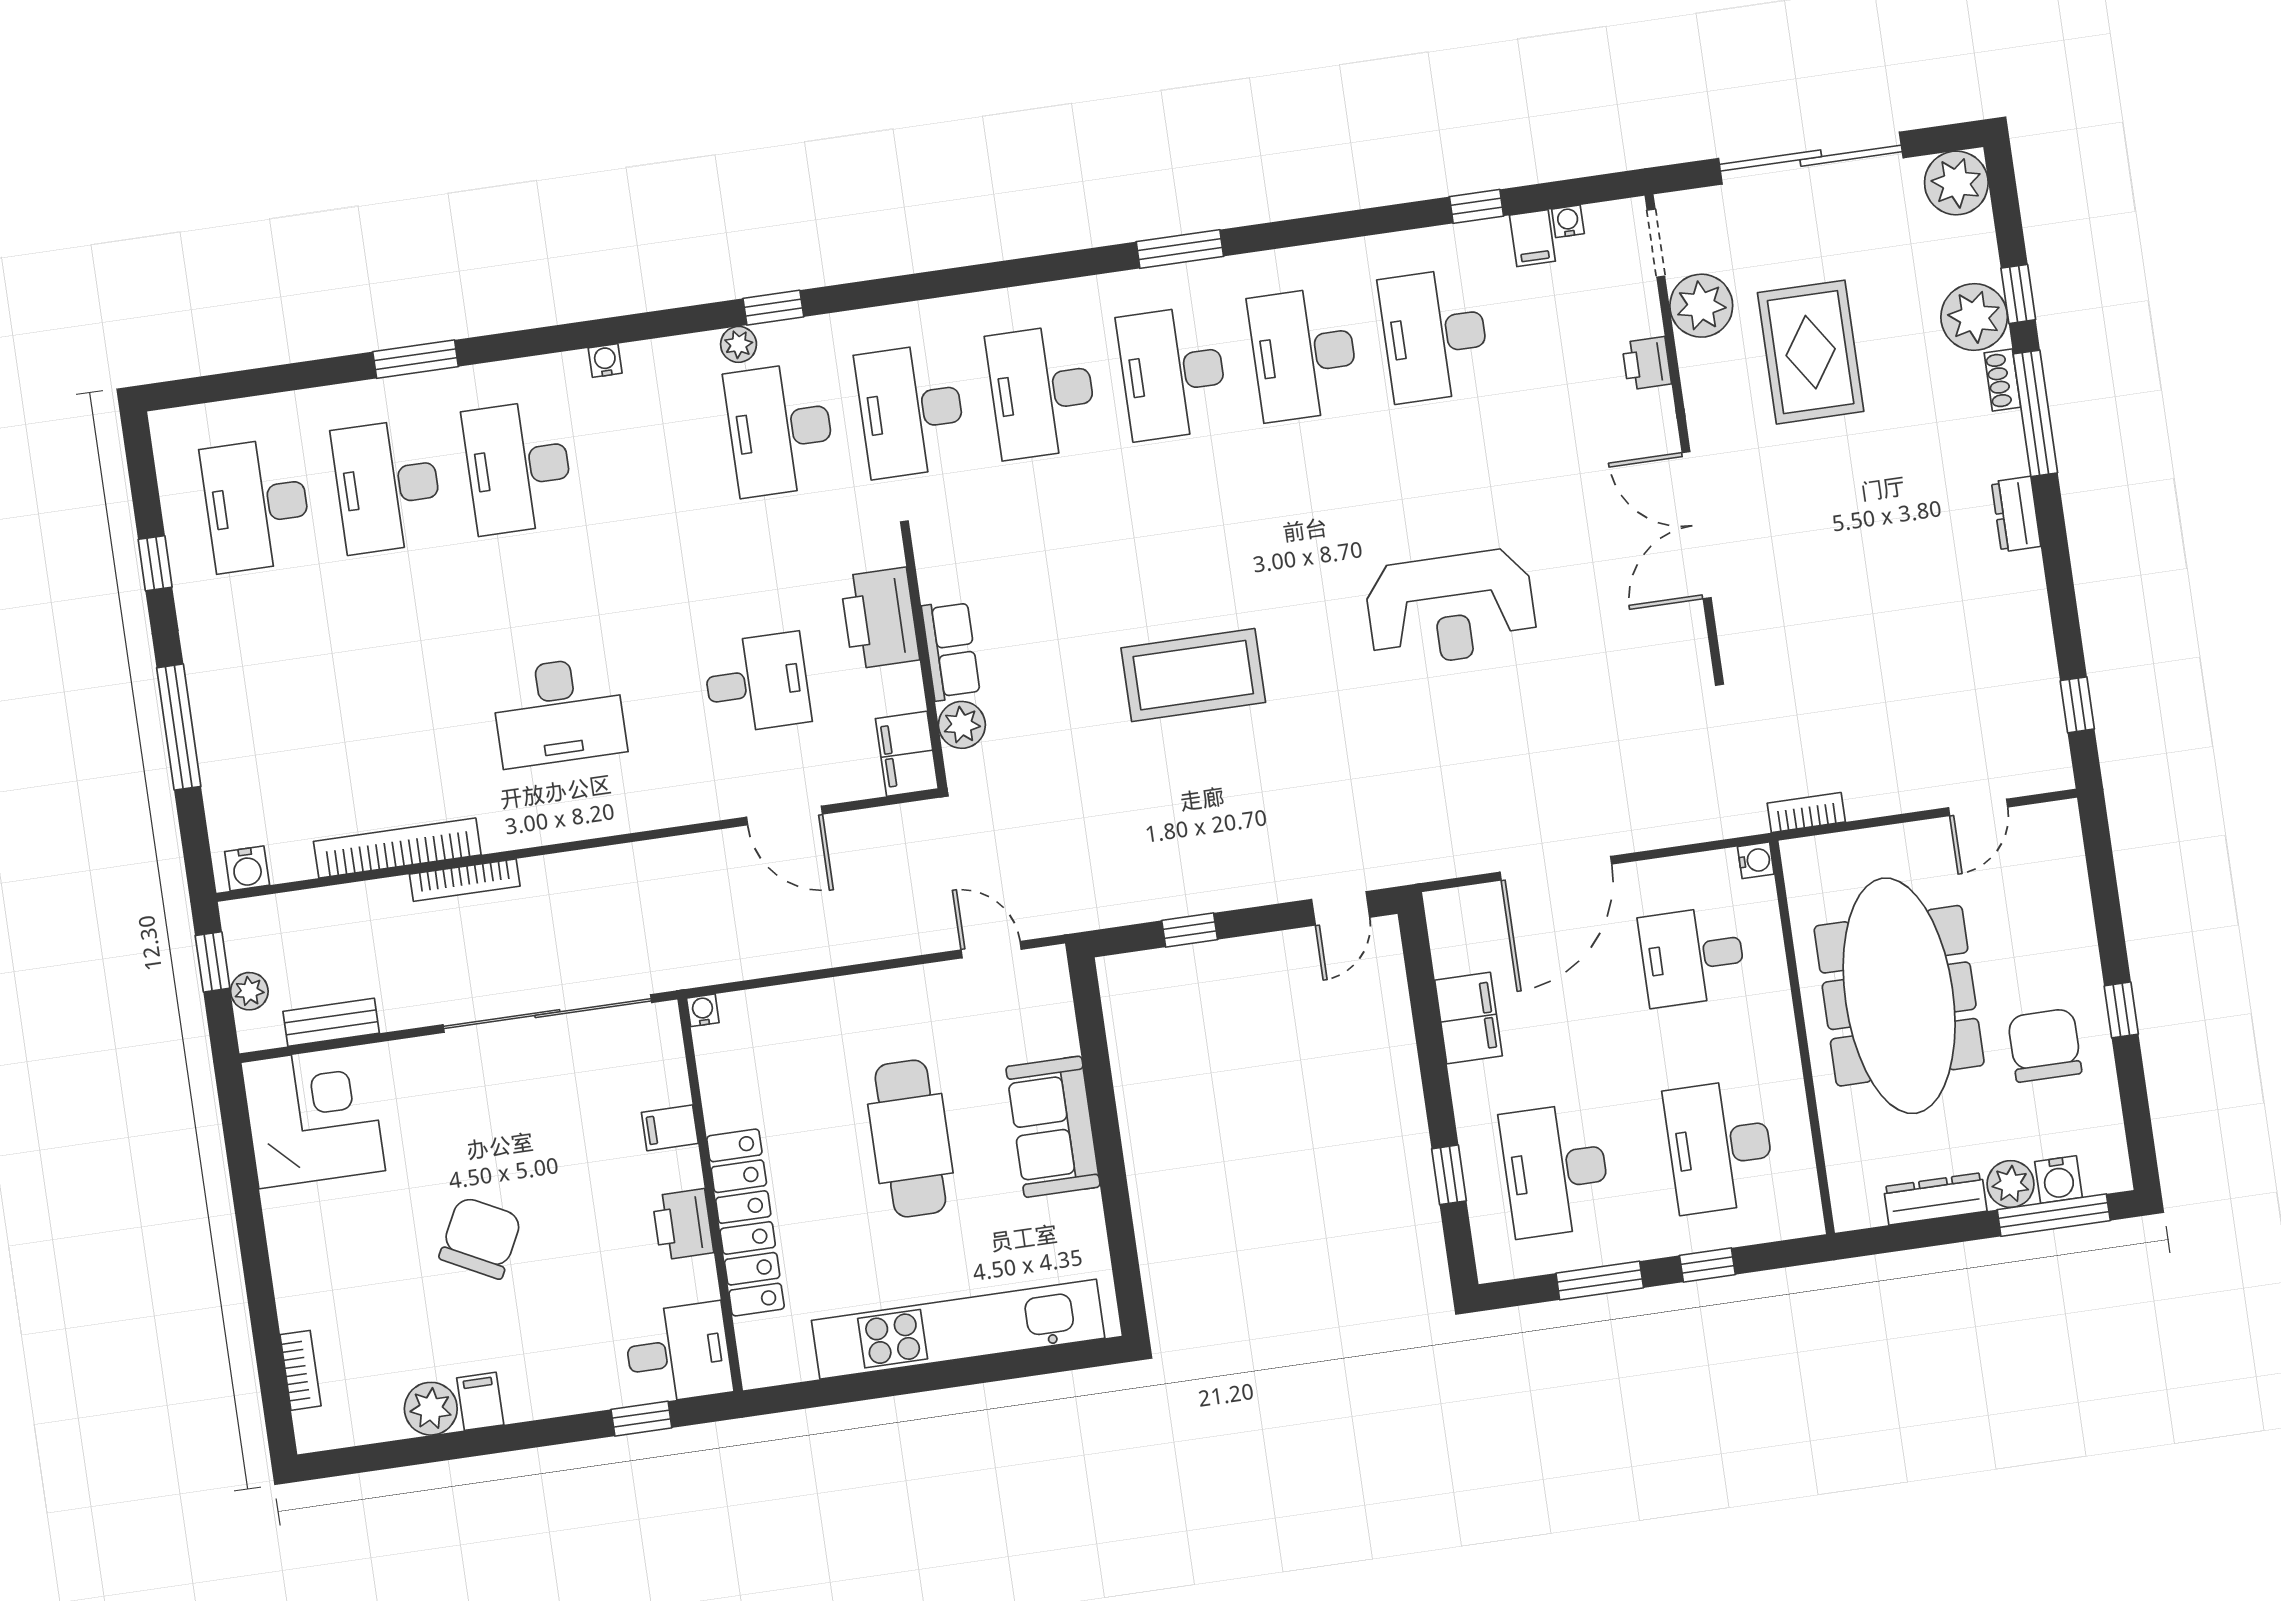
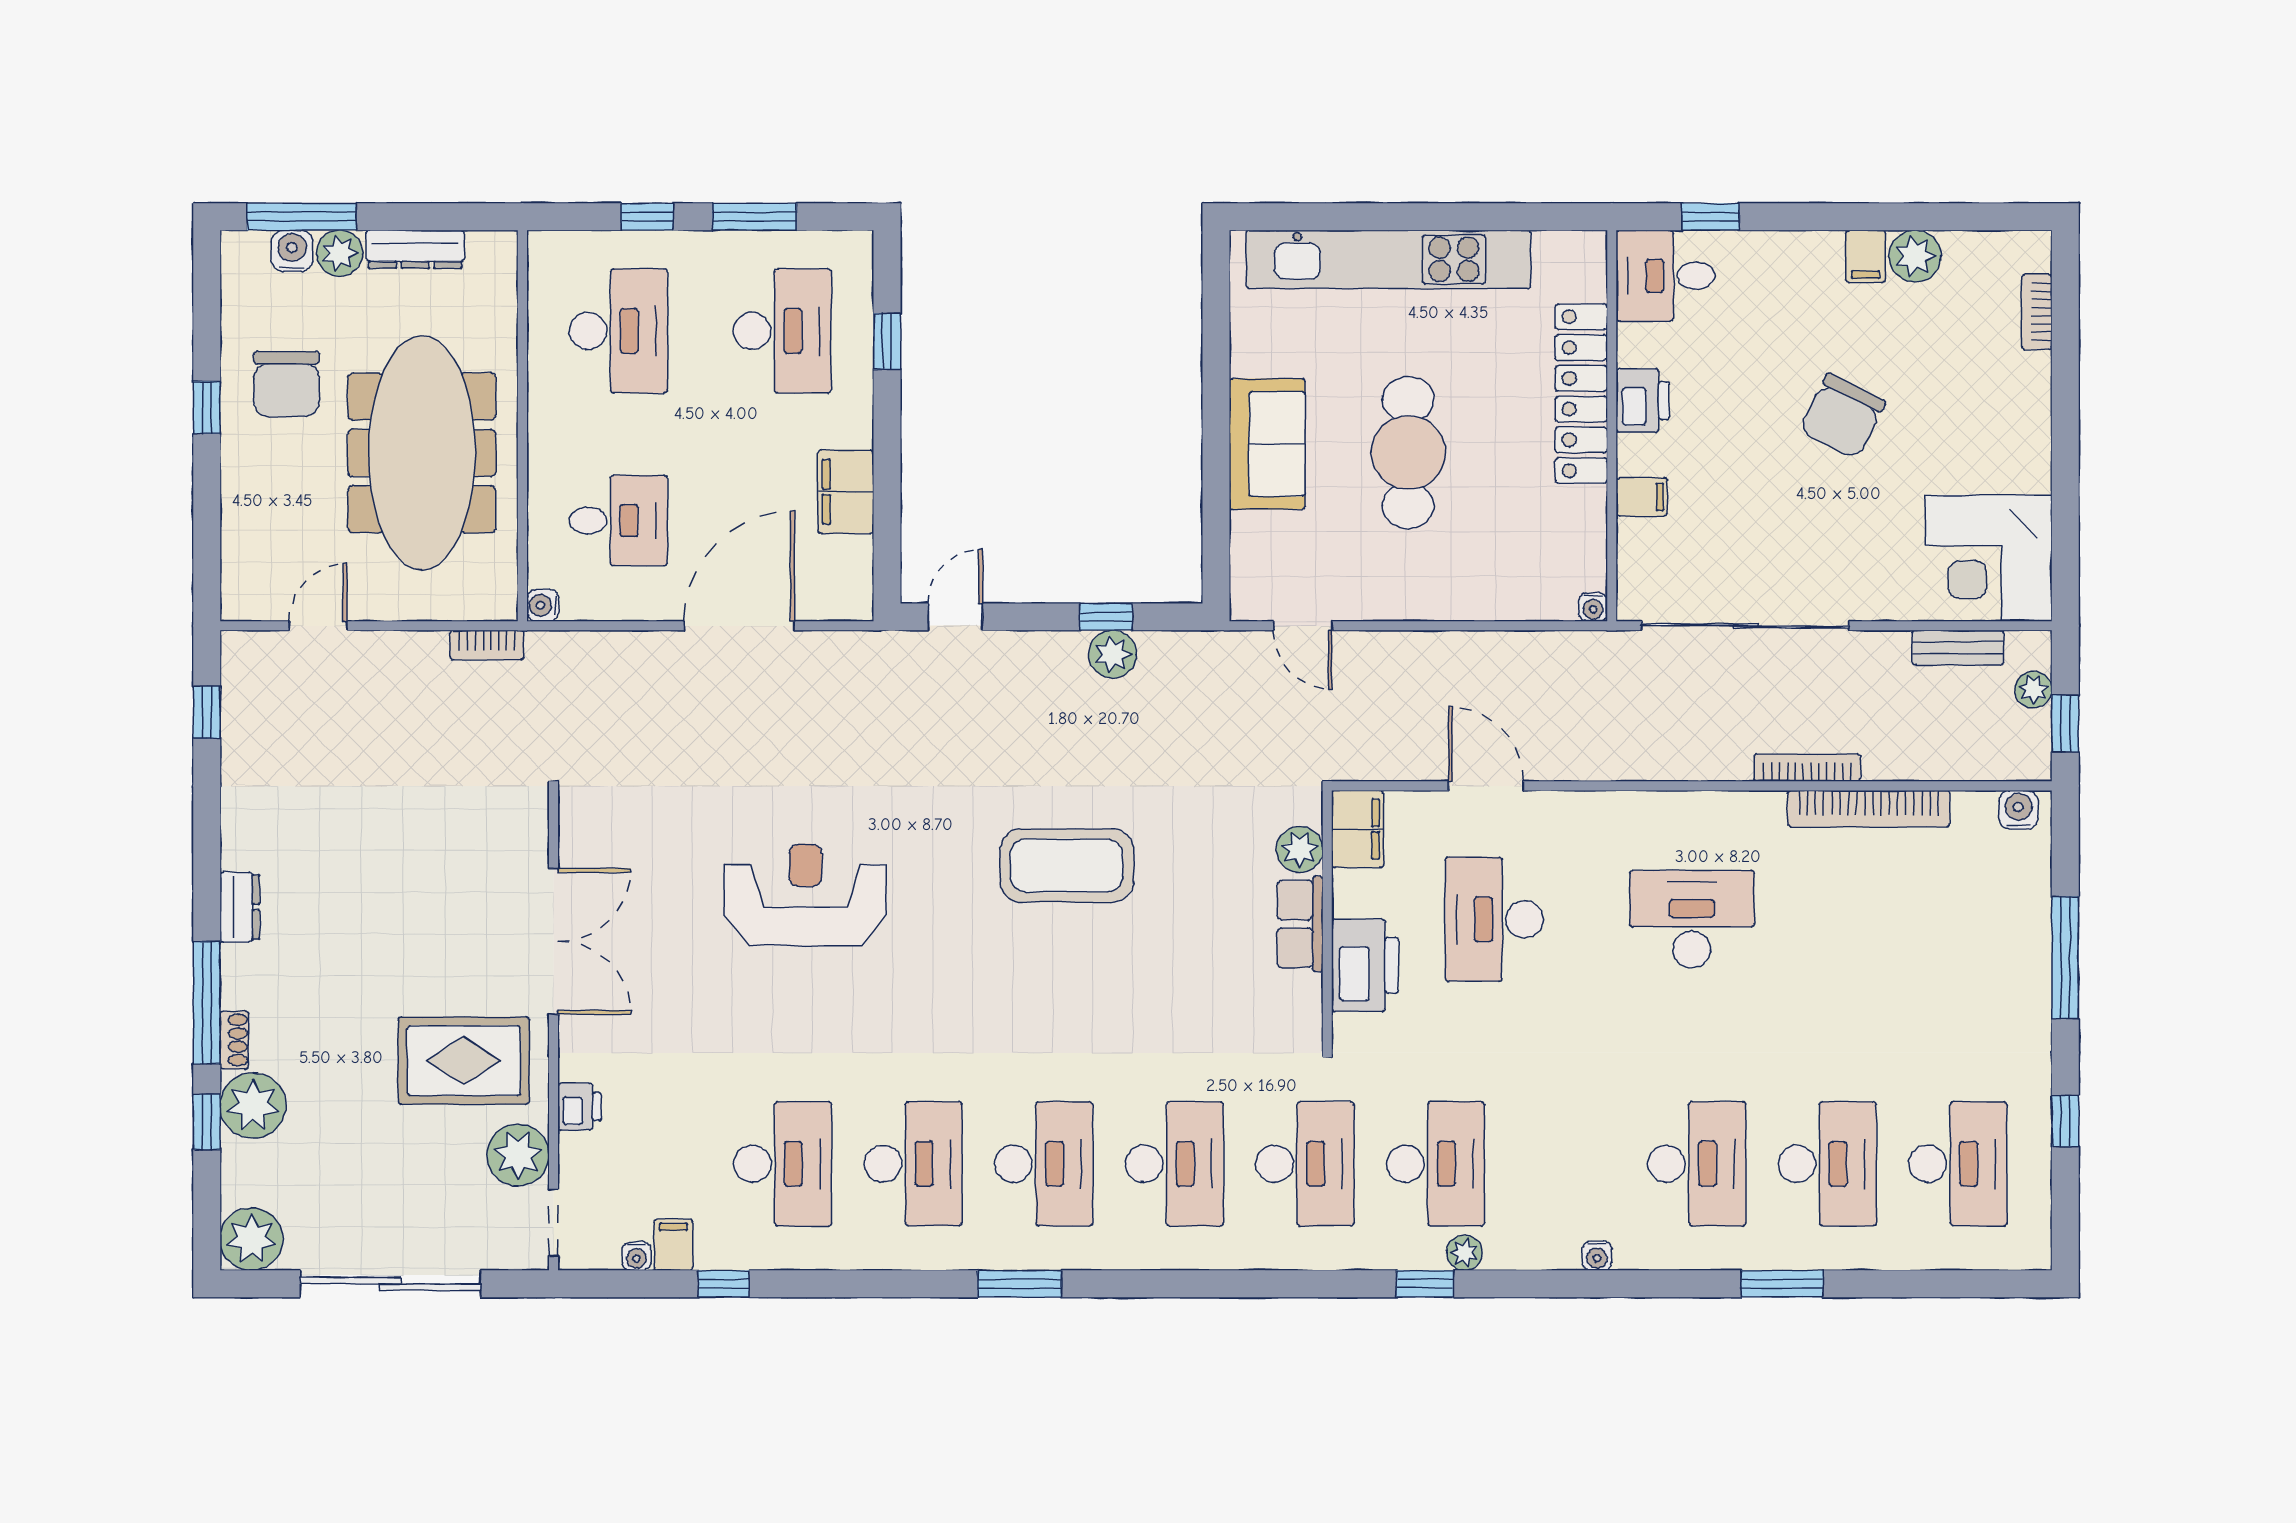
rug: (1811, 352) -> (464, 1061), moved, turned 90
desk: (757, 683) -> (1494, 919), width x1.37
plant: (1177, 894) -> (1113, 654), added

